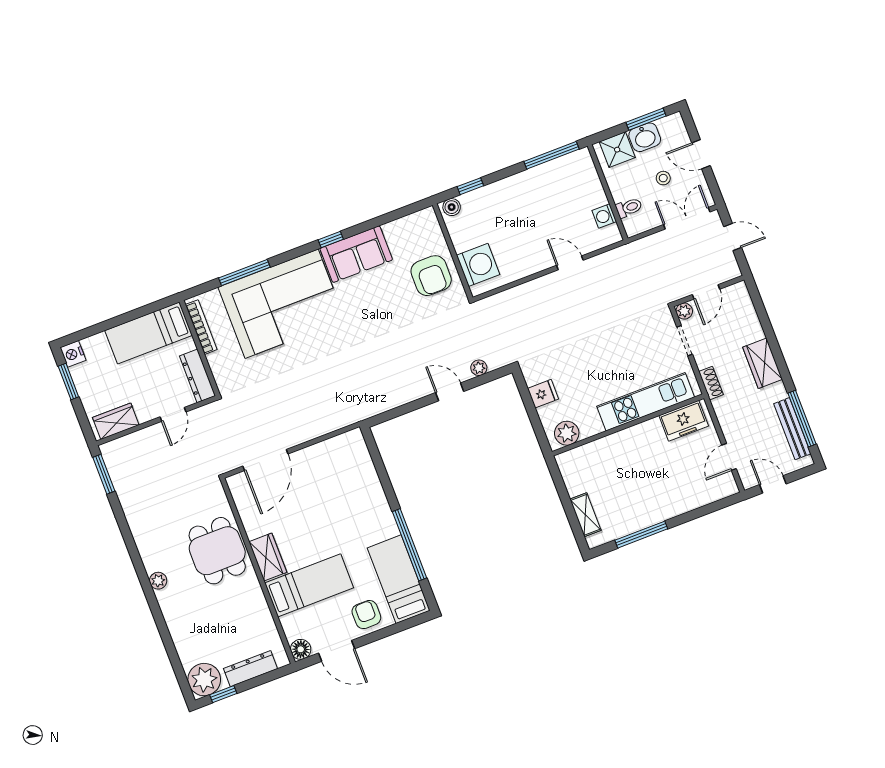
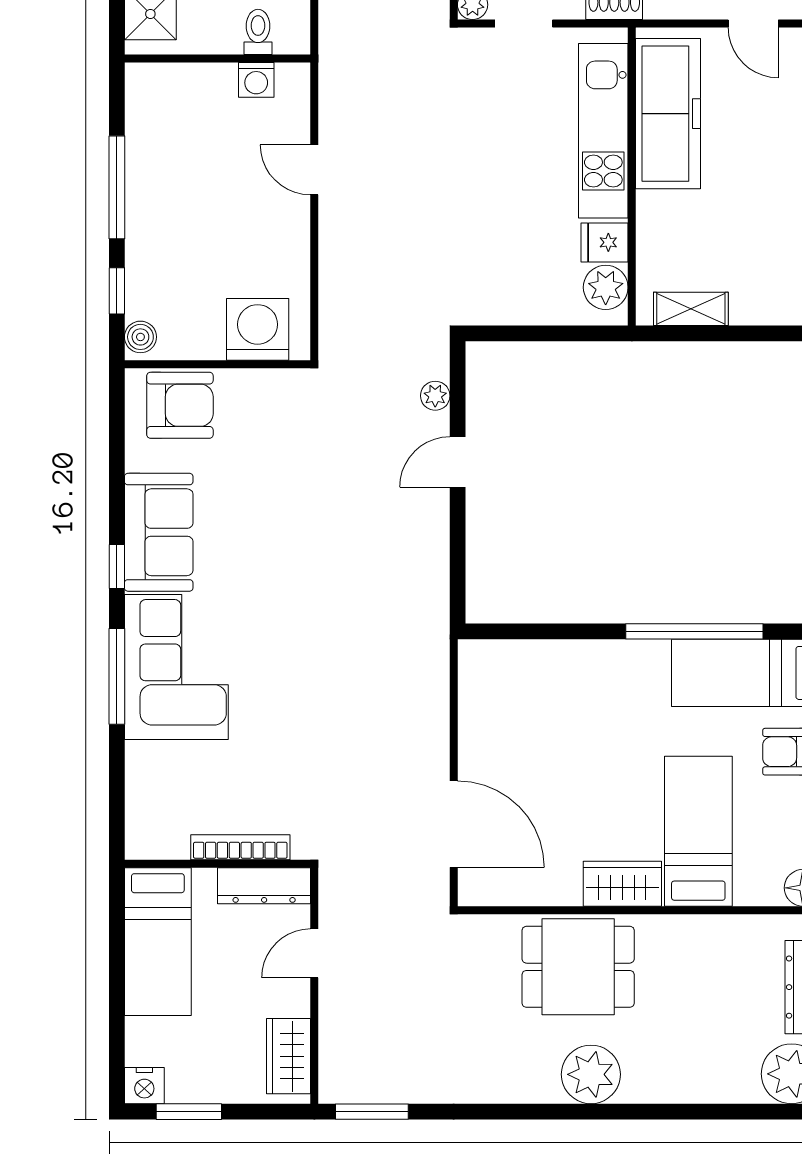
window: (551, 155) -> (117, 187), moved
door: (570, 263) -> (314, 170), hinge flipped
window: (244, 273) -> (117, 676), moved
armchair: (431, 276) -> (180, 405), moved
corner sofa: (282, 304) -> (176, 667), width x0.73, depth x0.74
bookcase: (201, 327) -> (240, 847), moved
fridge: (543, 394) -> (605, 242), moved, turned -90
door: (173, 414) -> (314, 953), swing flipped
freezer: (684, 421) -> (668, 114), width x1.91, depth x1.26
shelving: (585, 515) -> (691, 309), moved
plant: (158, 581) -> (591, 1074), width x1.87, depth x1.87

